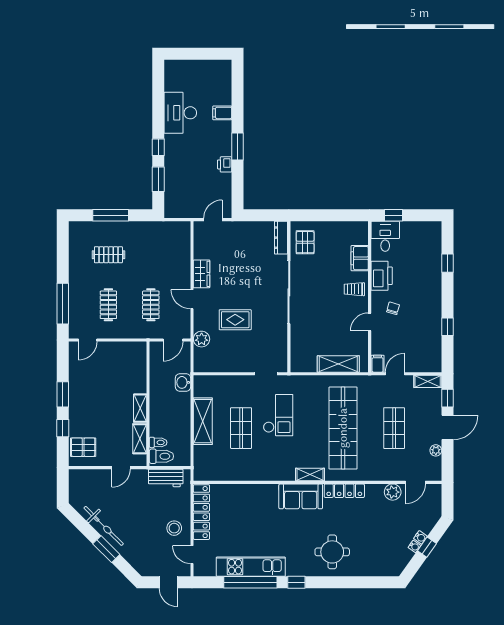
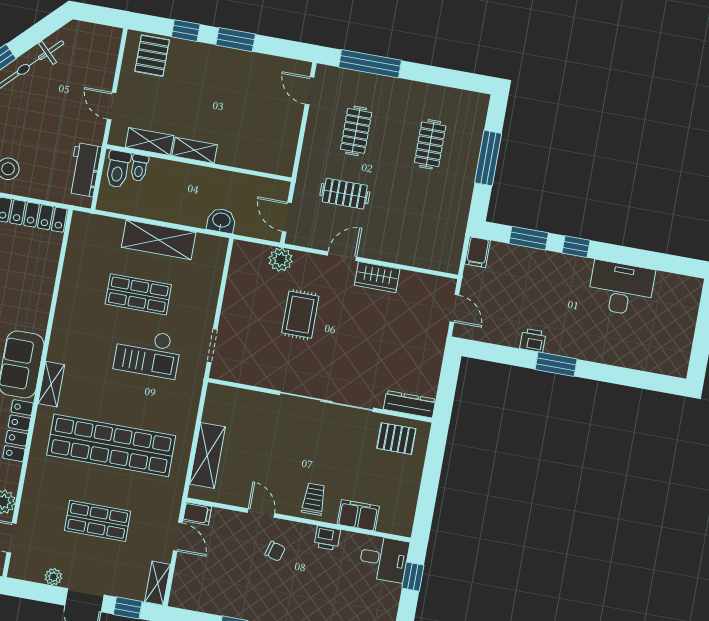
filing cabinet: (222, 113) -> (477, 252), moved, turned 180
printer: (382, 276) -> (327, 538), width x0.53, depth x0.68
clothes rail: (108, 305) -> (356, 131), turned 90

